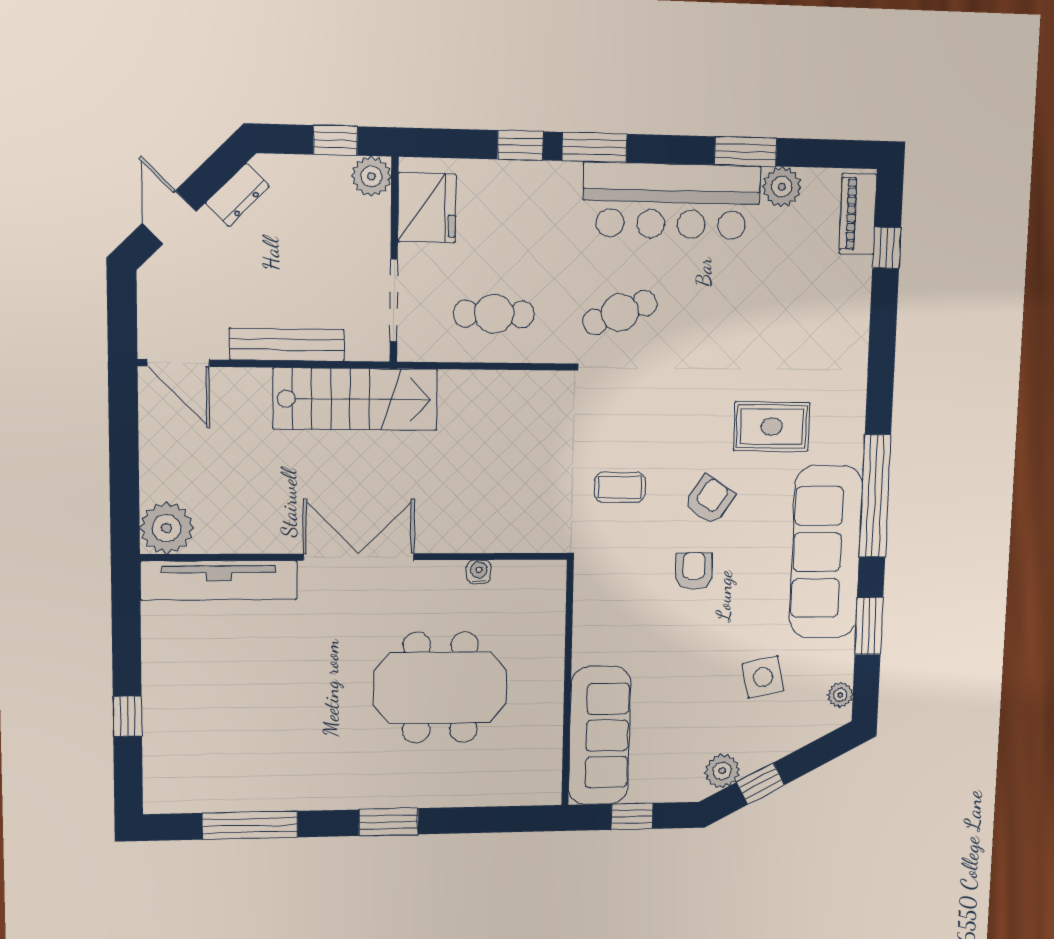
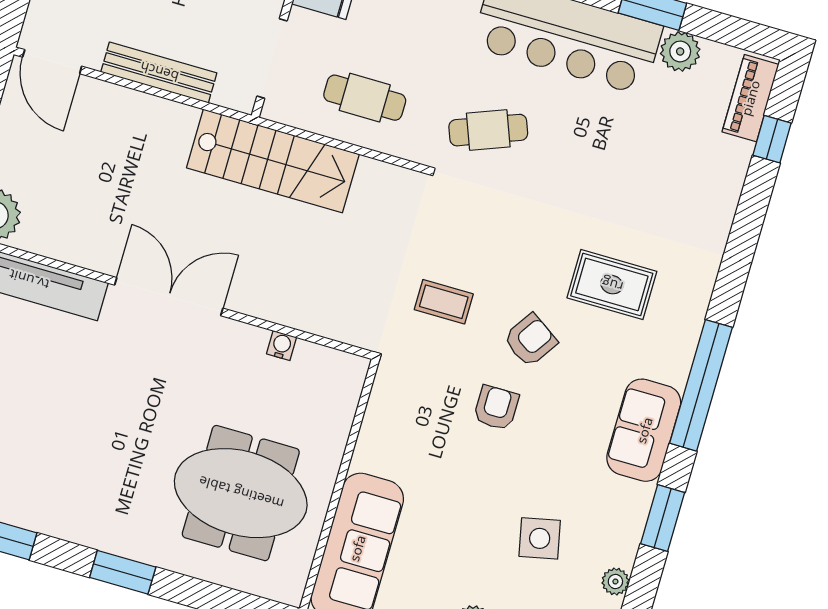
stairs: (355, 399) -> (273, 161), moved
sofa: (826, 552) -> (644, 430), width x0.54, depth x0.79
meeting table: (440, 688) -> (241, 493), moved

